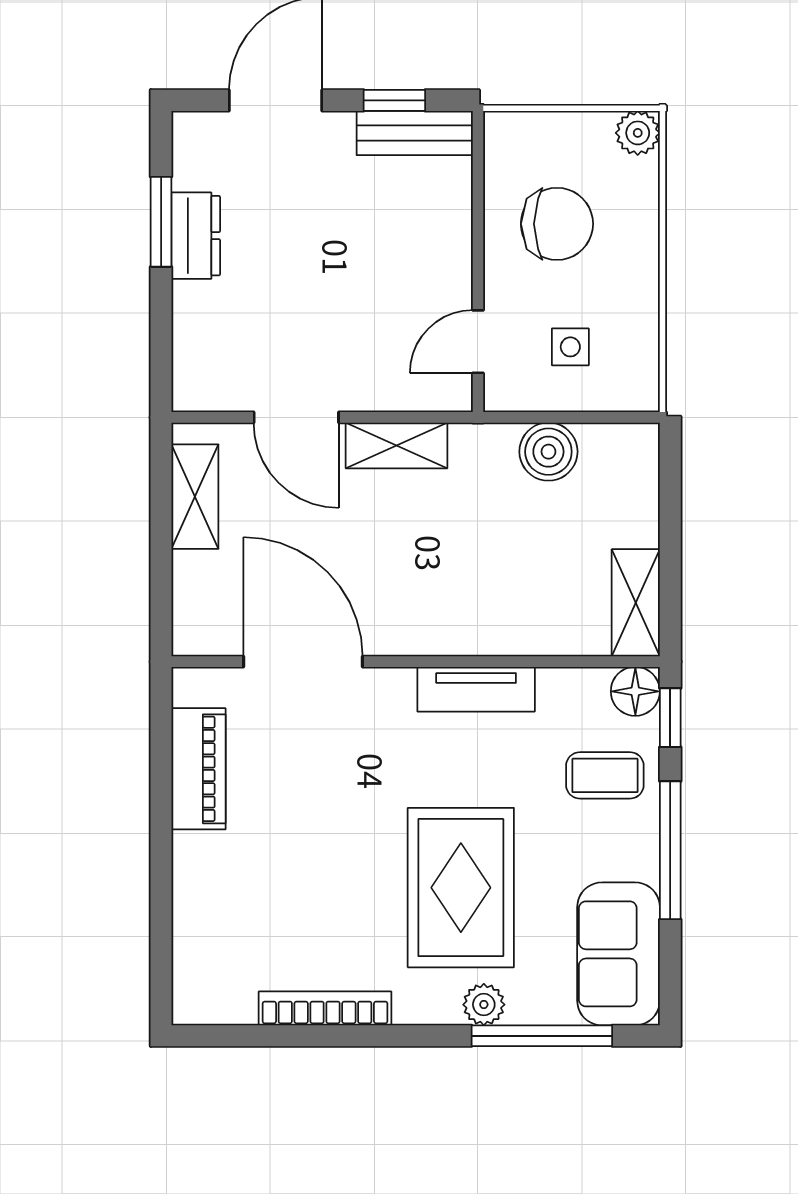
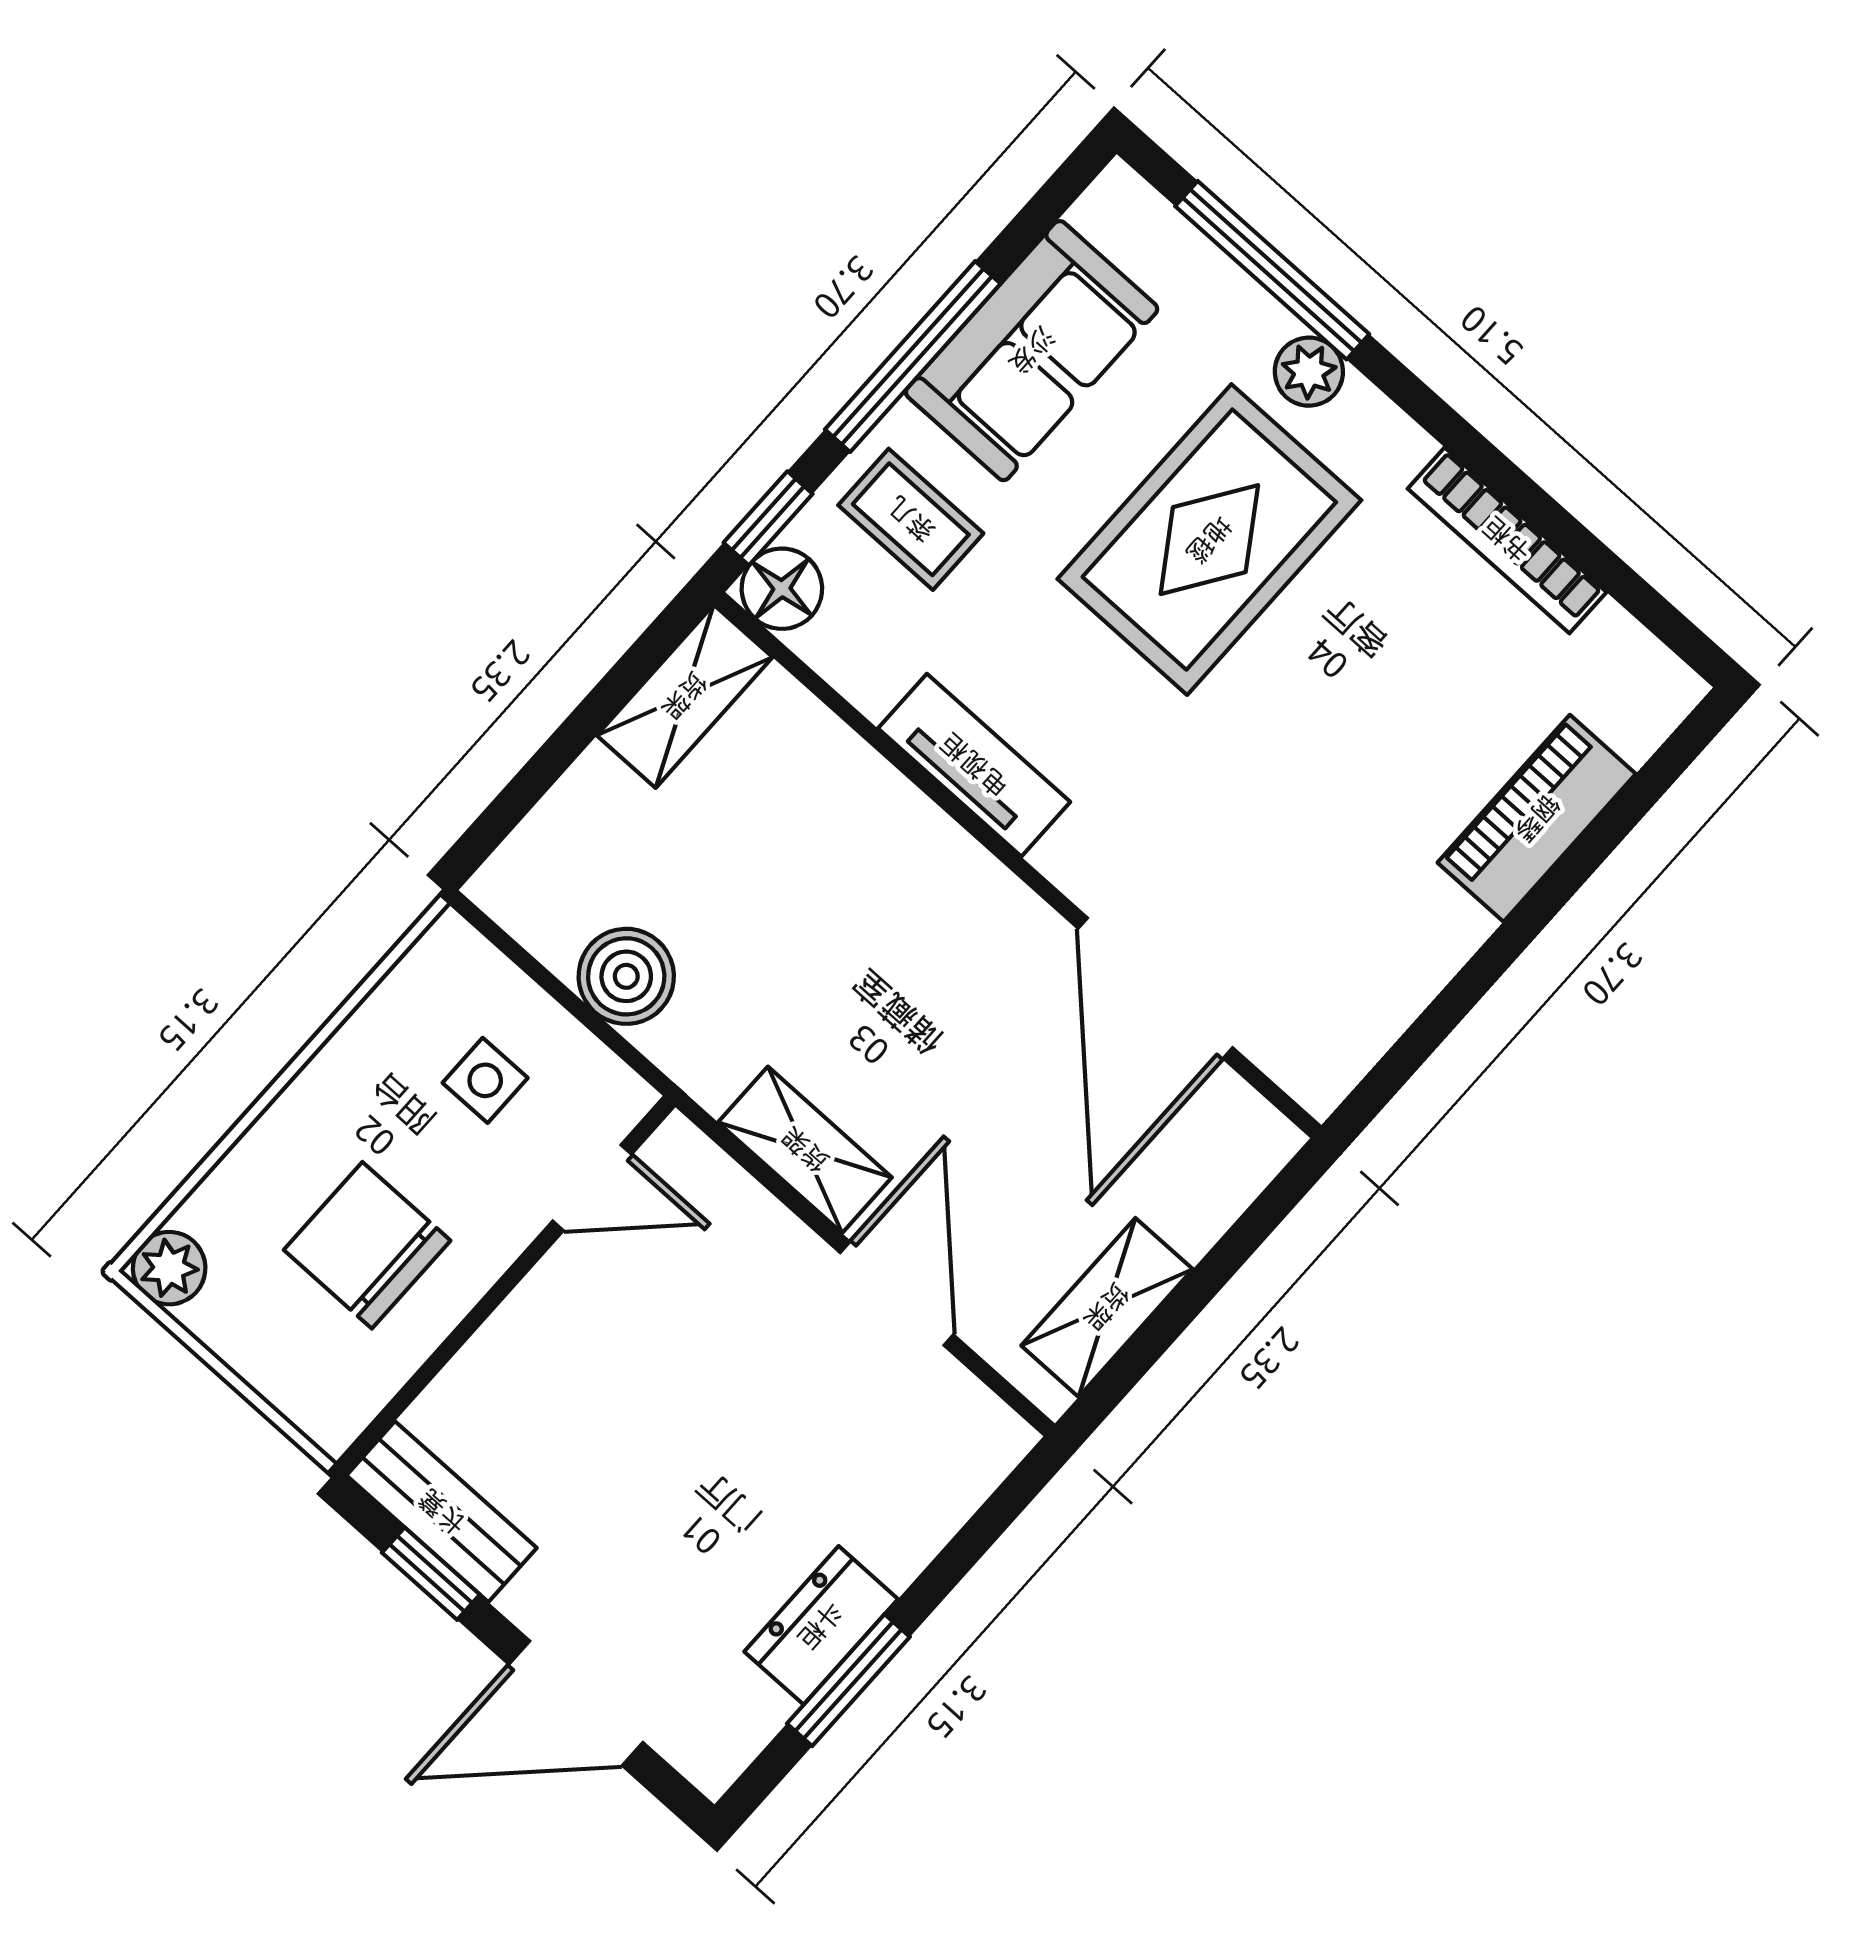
piano: (198, 769) -> (1537, 818), moved
sofa: (619, 954) -> (1032, 351), moved

